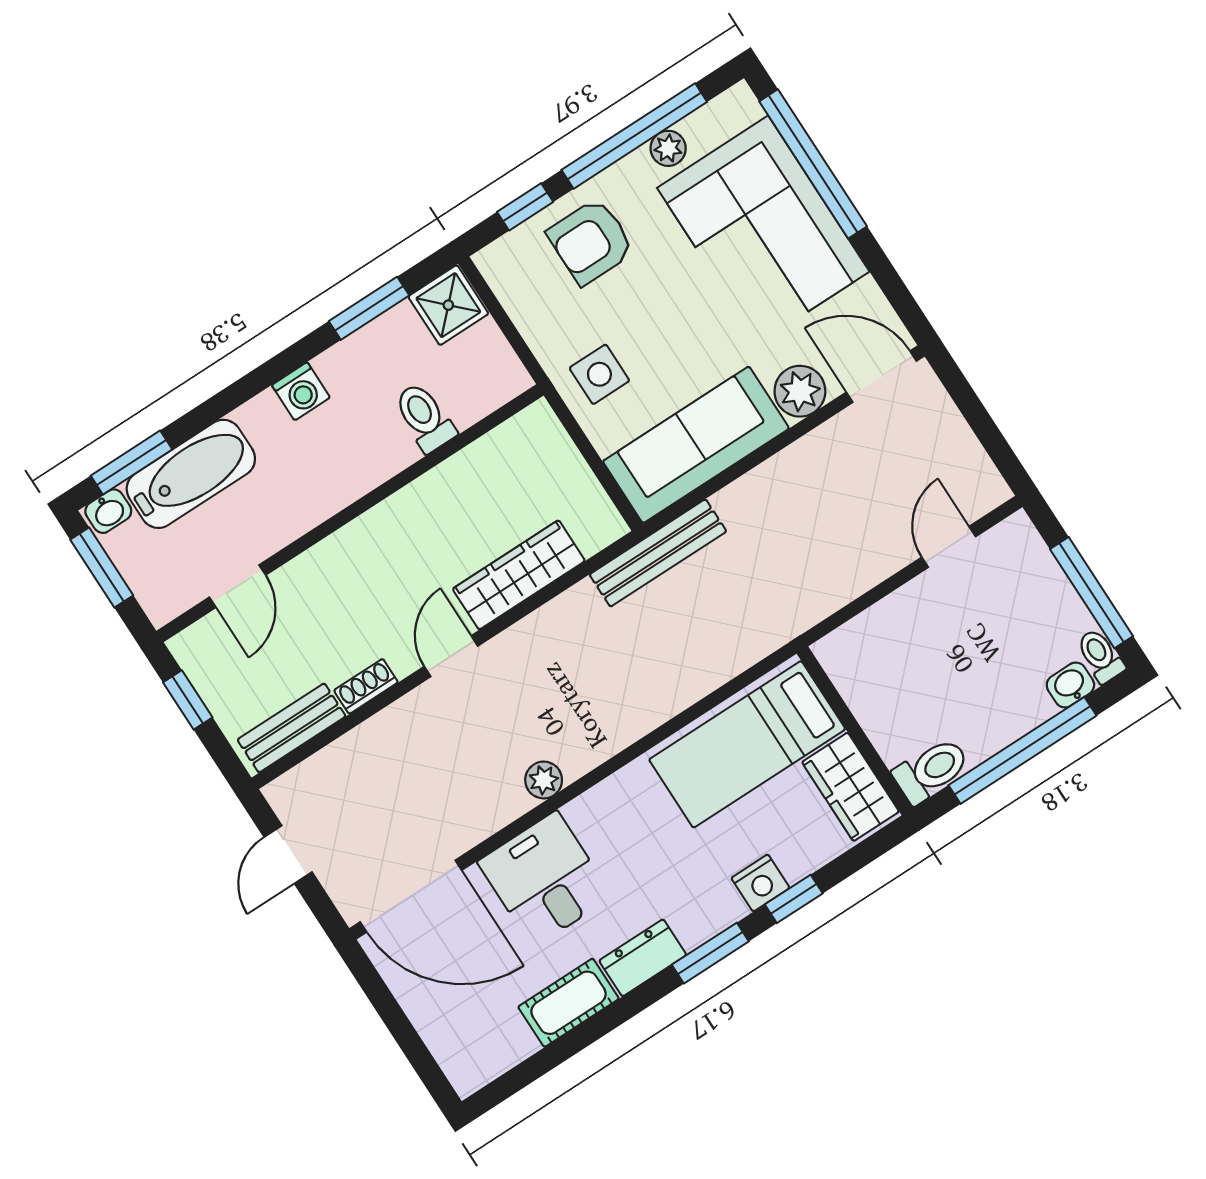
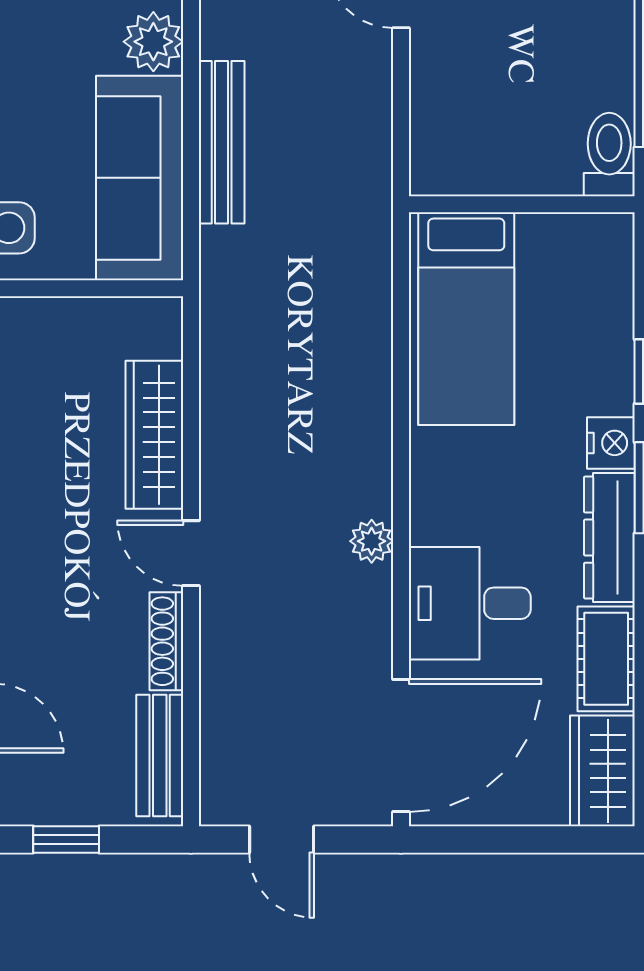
bench: (658, 553) -> (222, 142), moved
shoe rack: (366, 686) -> (166, 641), width x1.43
wardrobe: (851, 787) -> (602, 771), moved, turned 90
nightstand: (760, 883) -> (611, 443), moved
dresser: (643, 958) -> (609, 538), width x1.44

